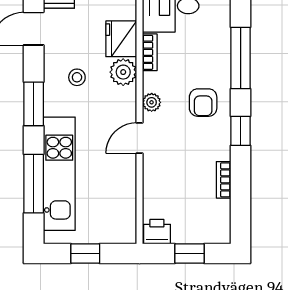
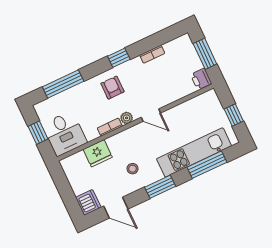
bookcase: (150, 52) -> (110, 127), moved
window: (241, 58) -> (63, 84), moved
plant: (123, 72) -> (117, 143), removed
armchair: (203, 103) -> (112, 88), turned -90
window: (190, 254) -> (205, 54), width x1.50

